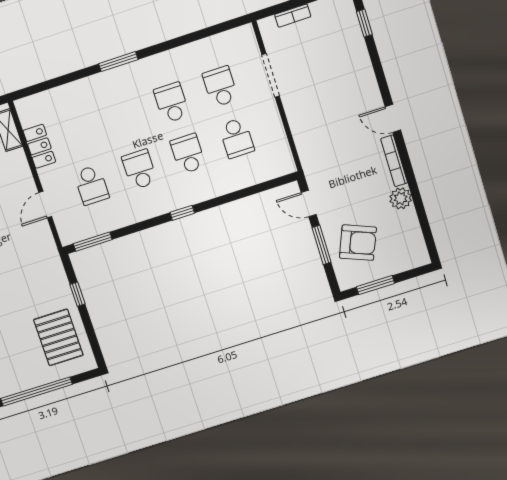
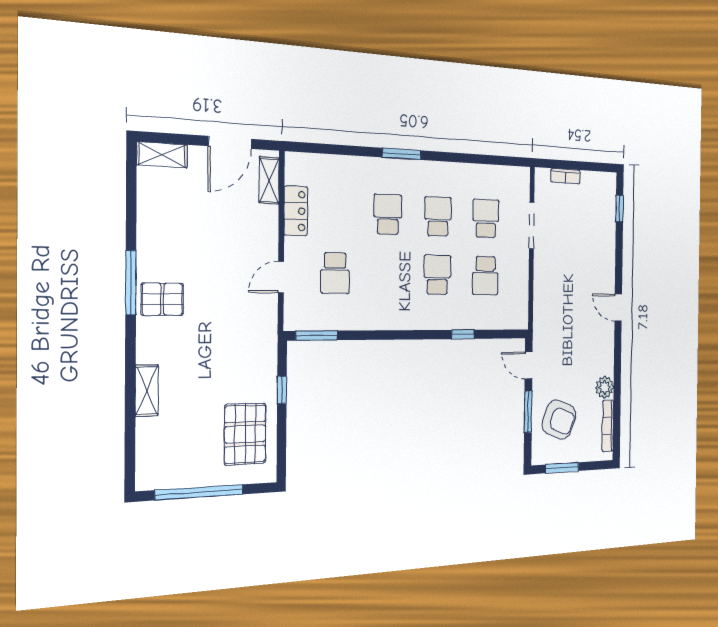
bookcase: (394, 161) -> (608, 426), moved
school desk: (140, 169) -> (388, 214), moved
window: (182, 213) -> (463, 334), moved

